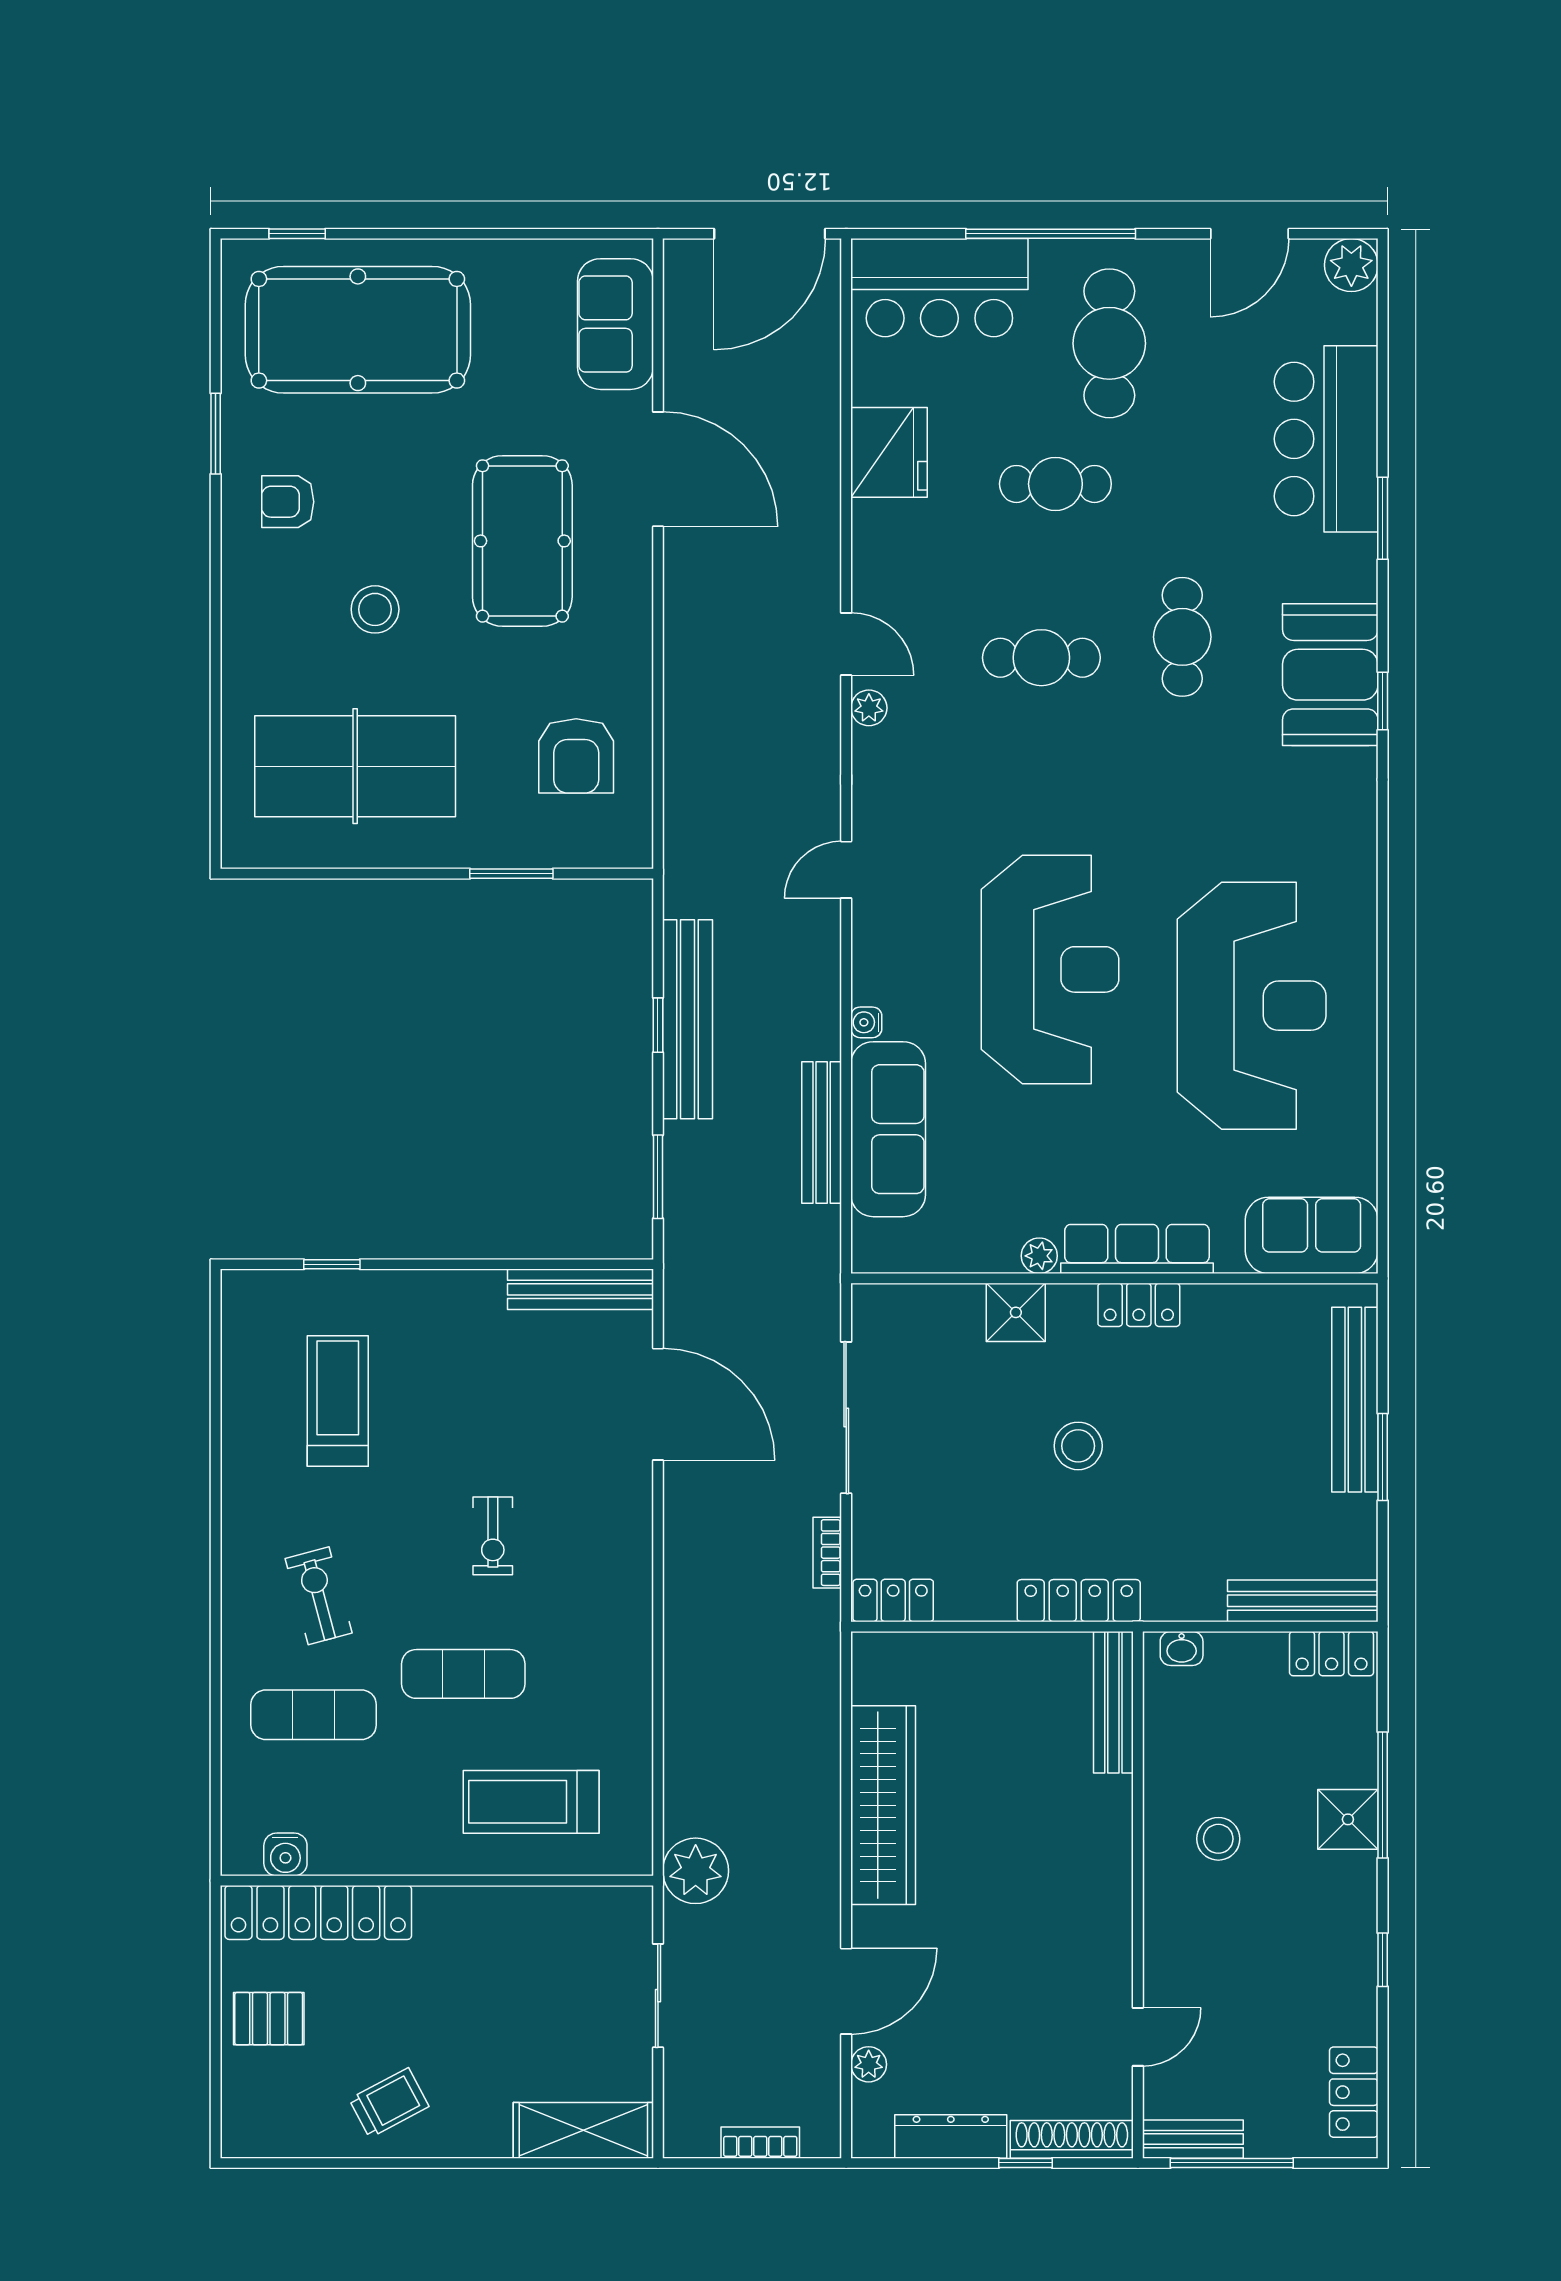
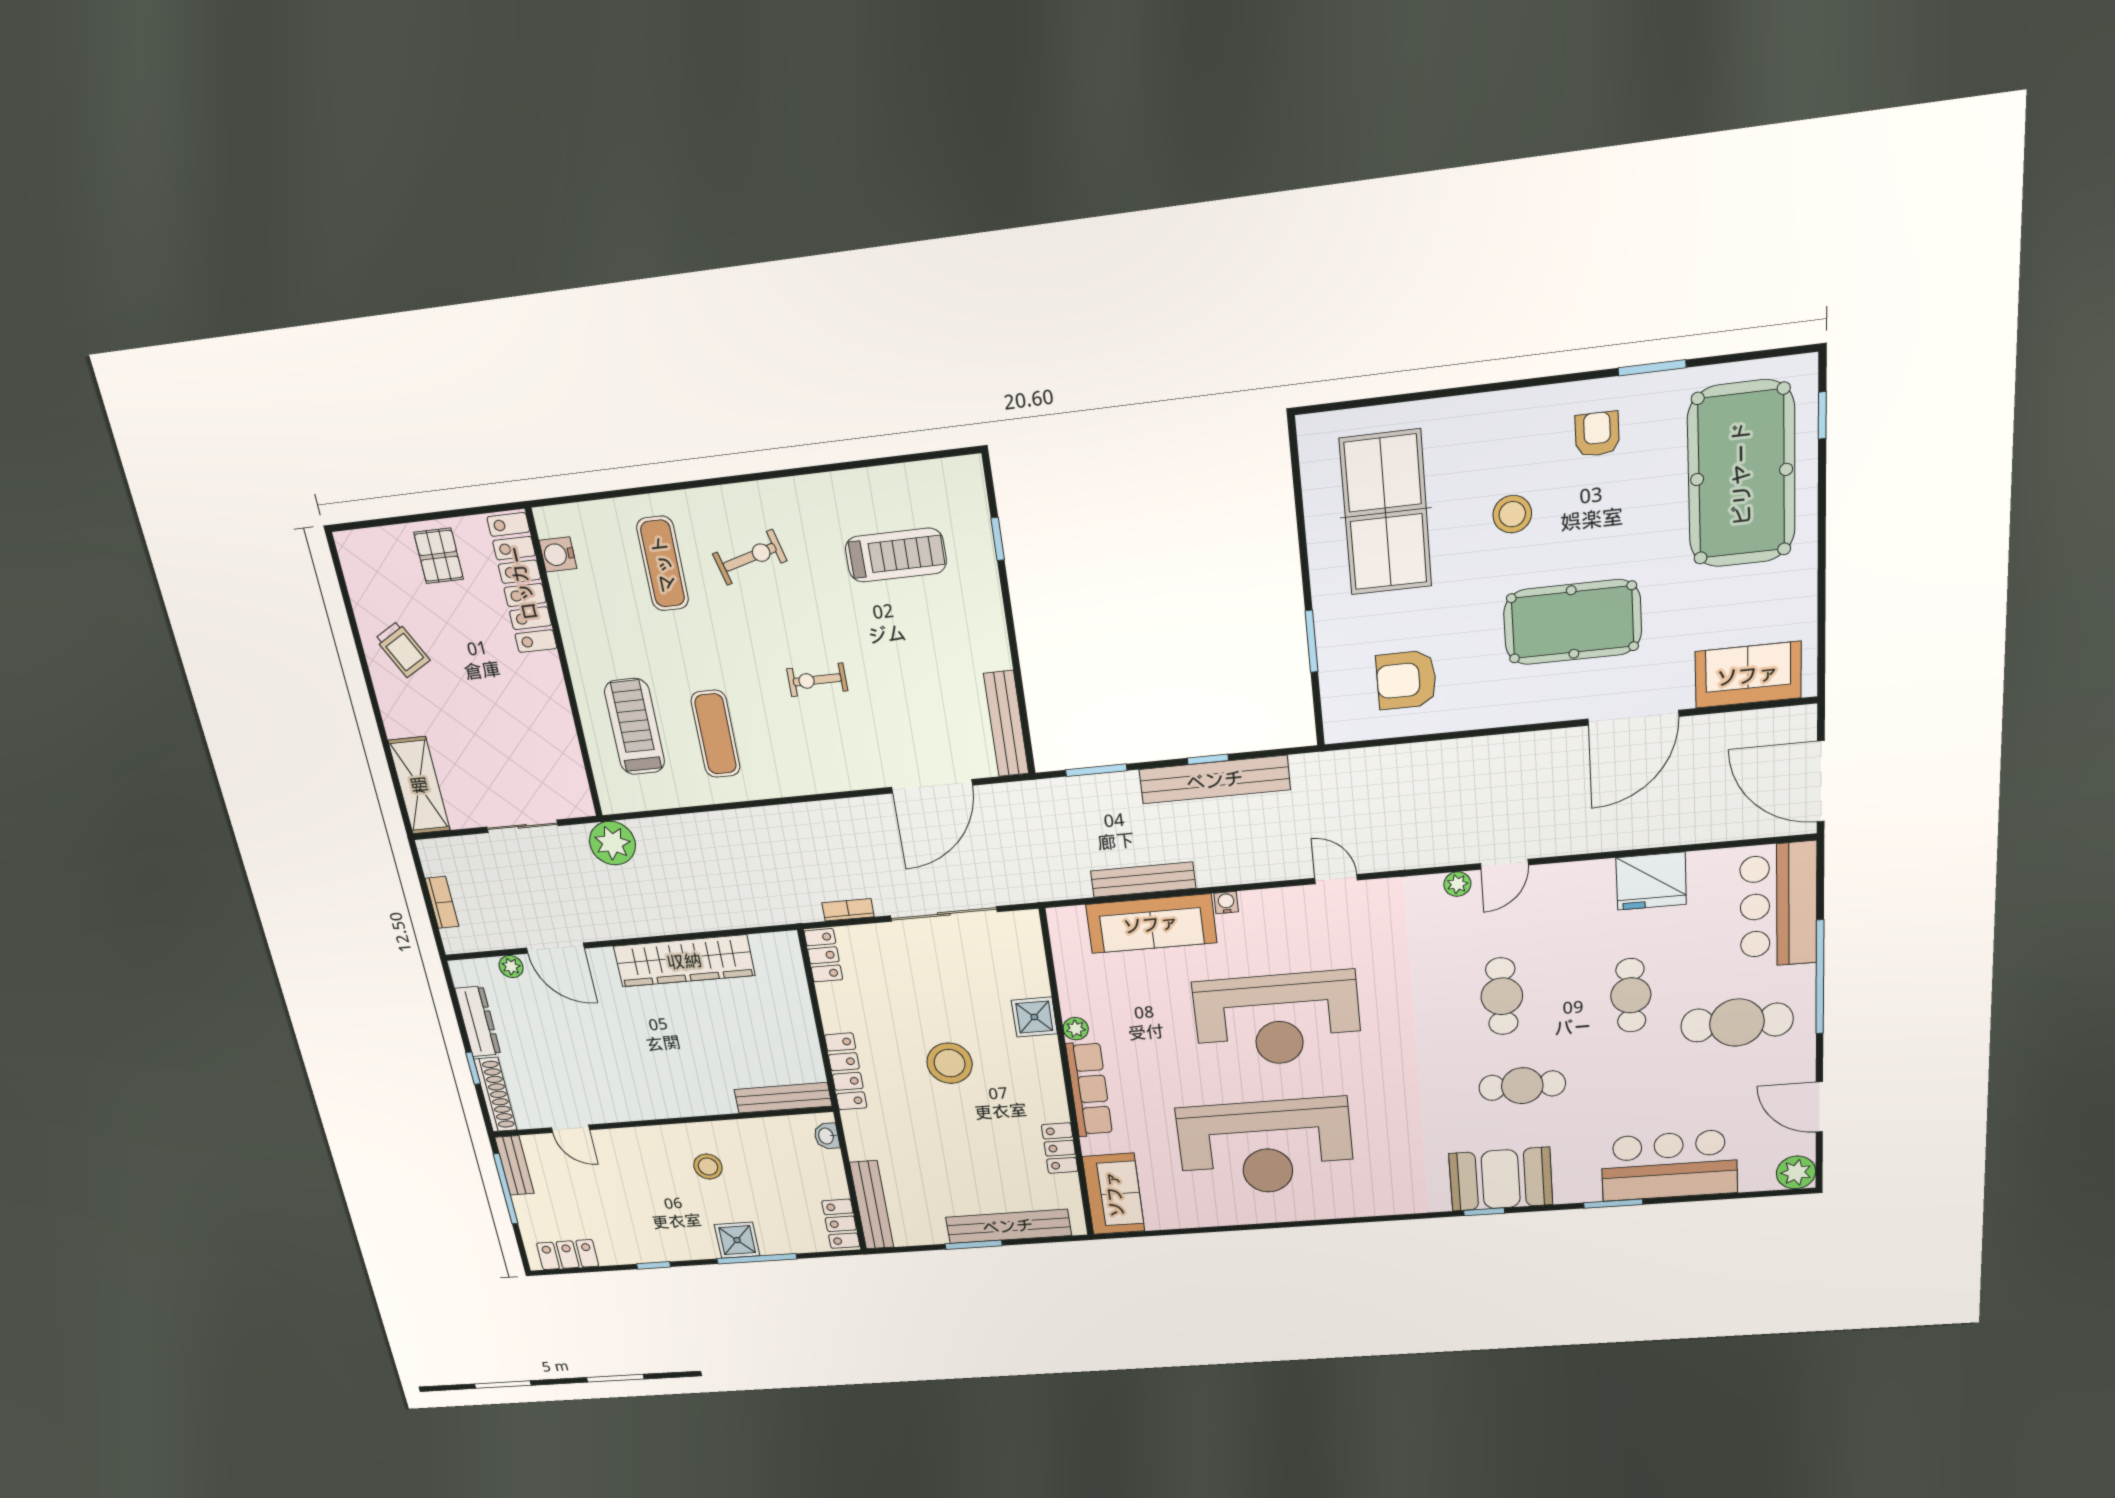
locker: (1139, 1305) -> (1060, 1148), moved
stool: (1078, 1446) -> (950, 1063), width x1.38, depth x1.38
exercise mat: (463, 1674) -> (716, 734), moved

